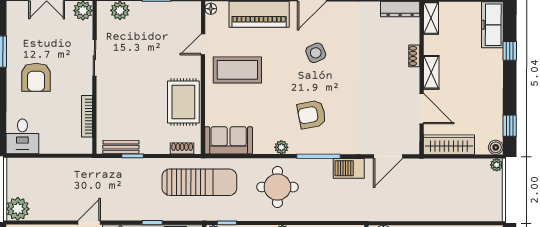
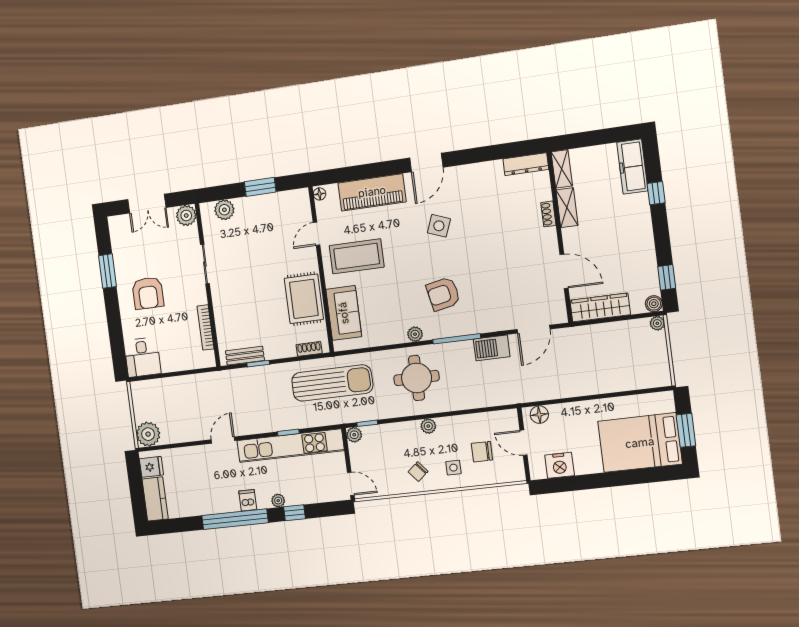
side table: (316, 53) -> (439, 226), turned 45
shelving: (431, 72) -> (567, 208), moved
sofa: (229, 140) -> (344, 313), moved, turned 90

